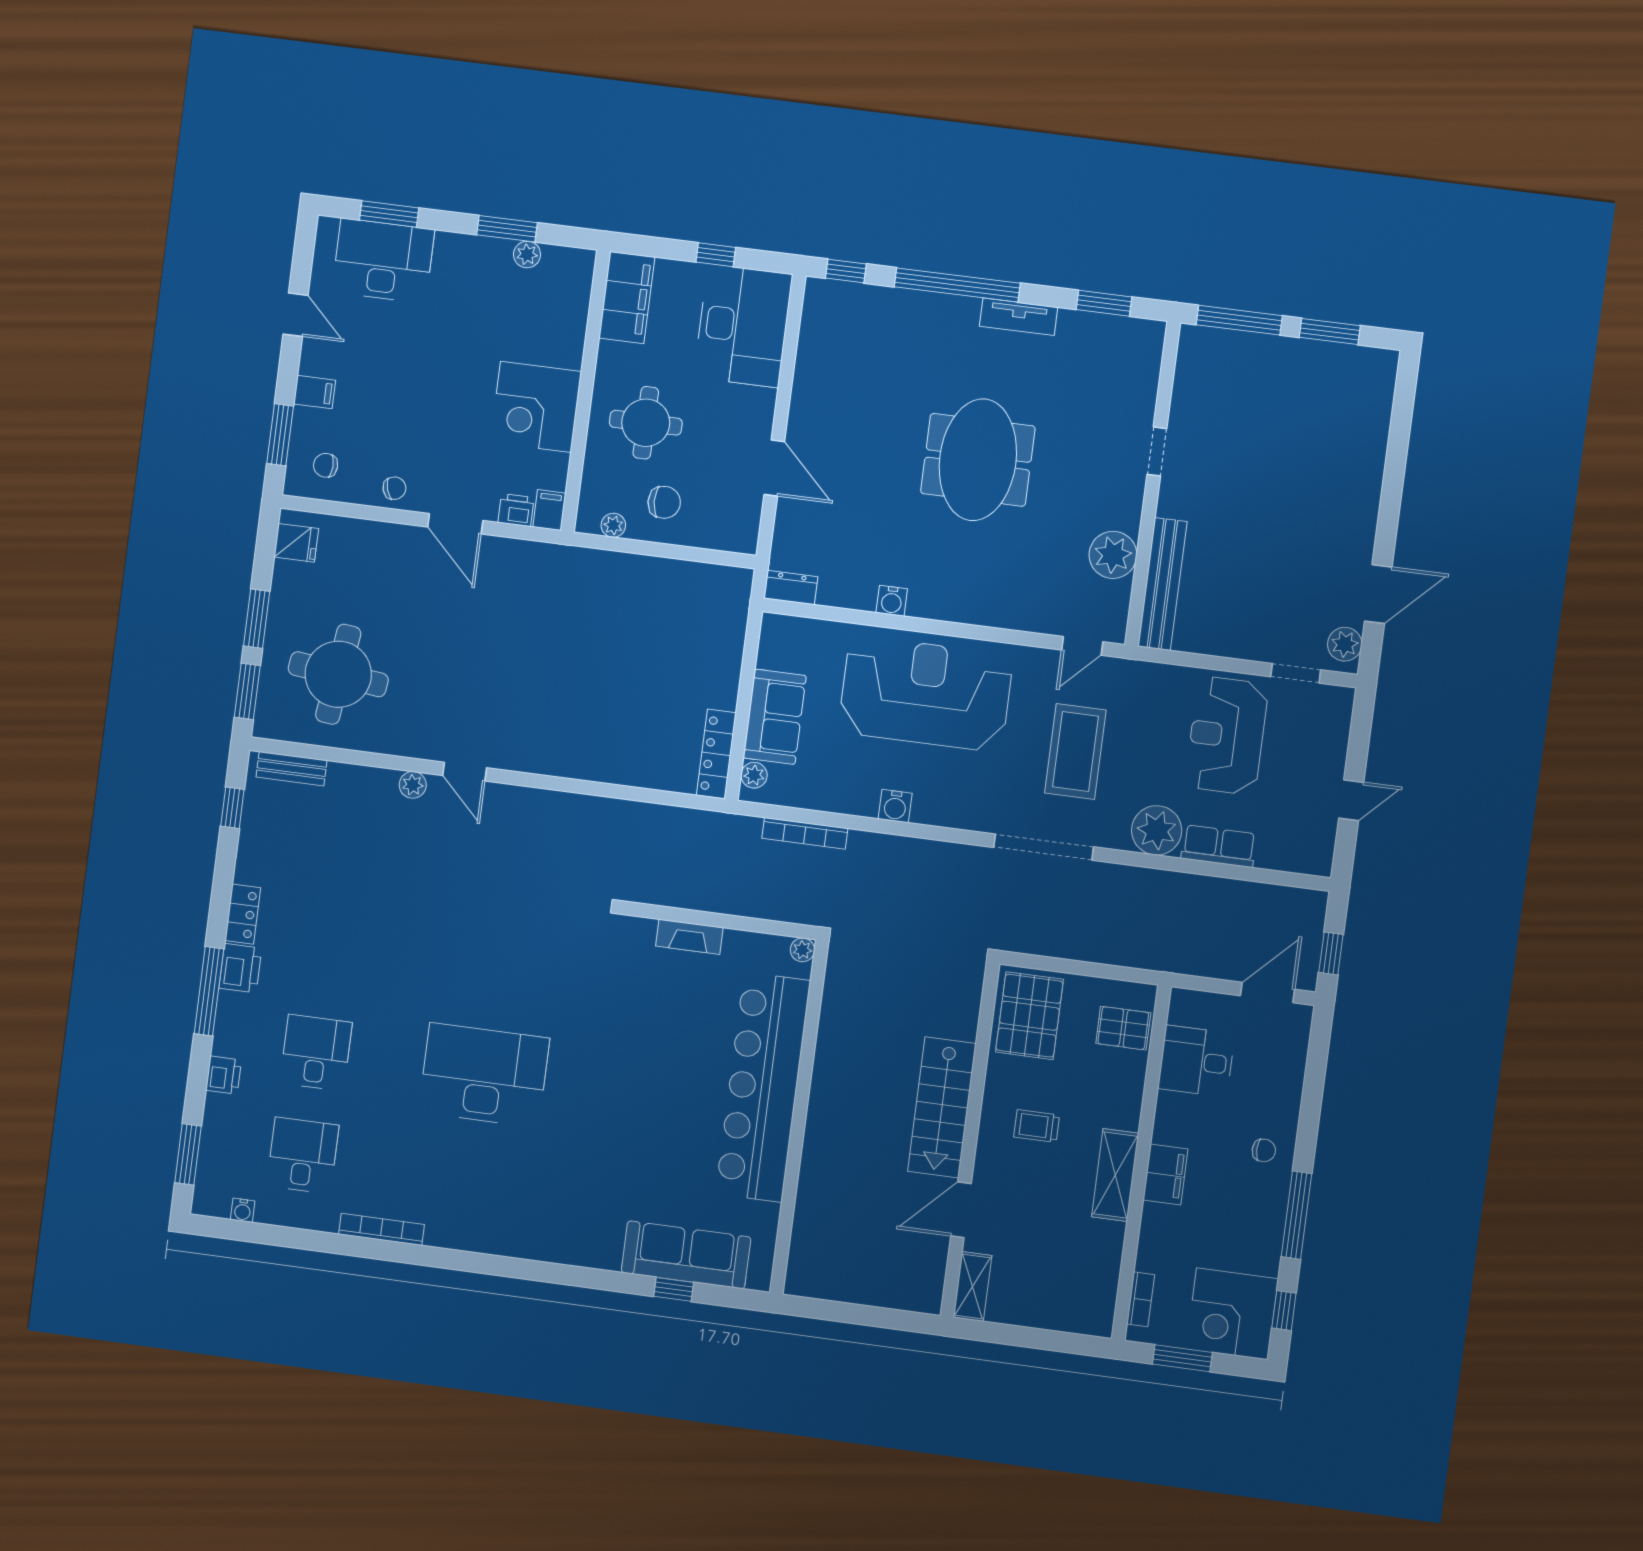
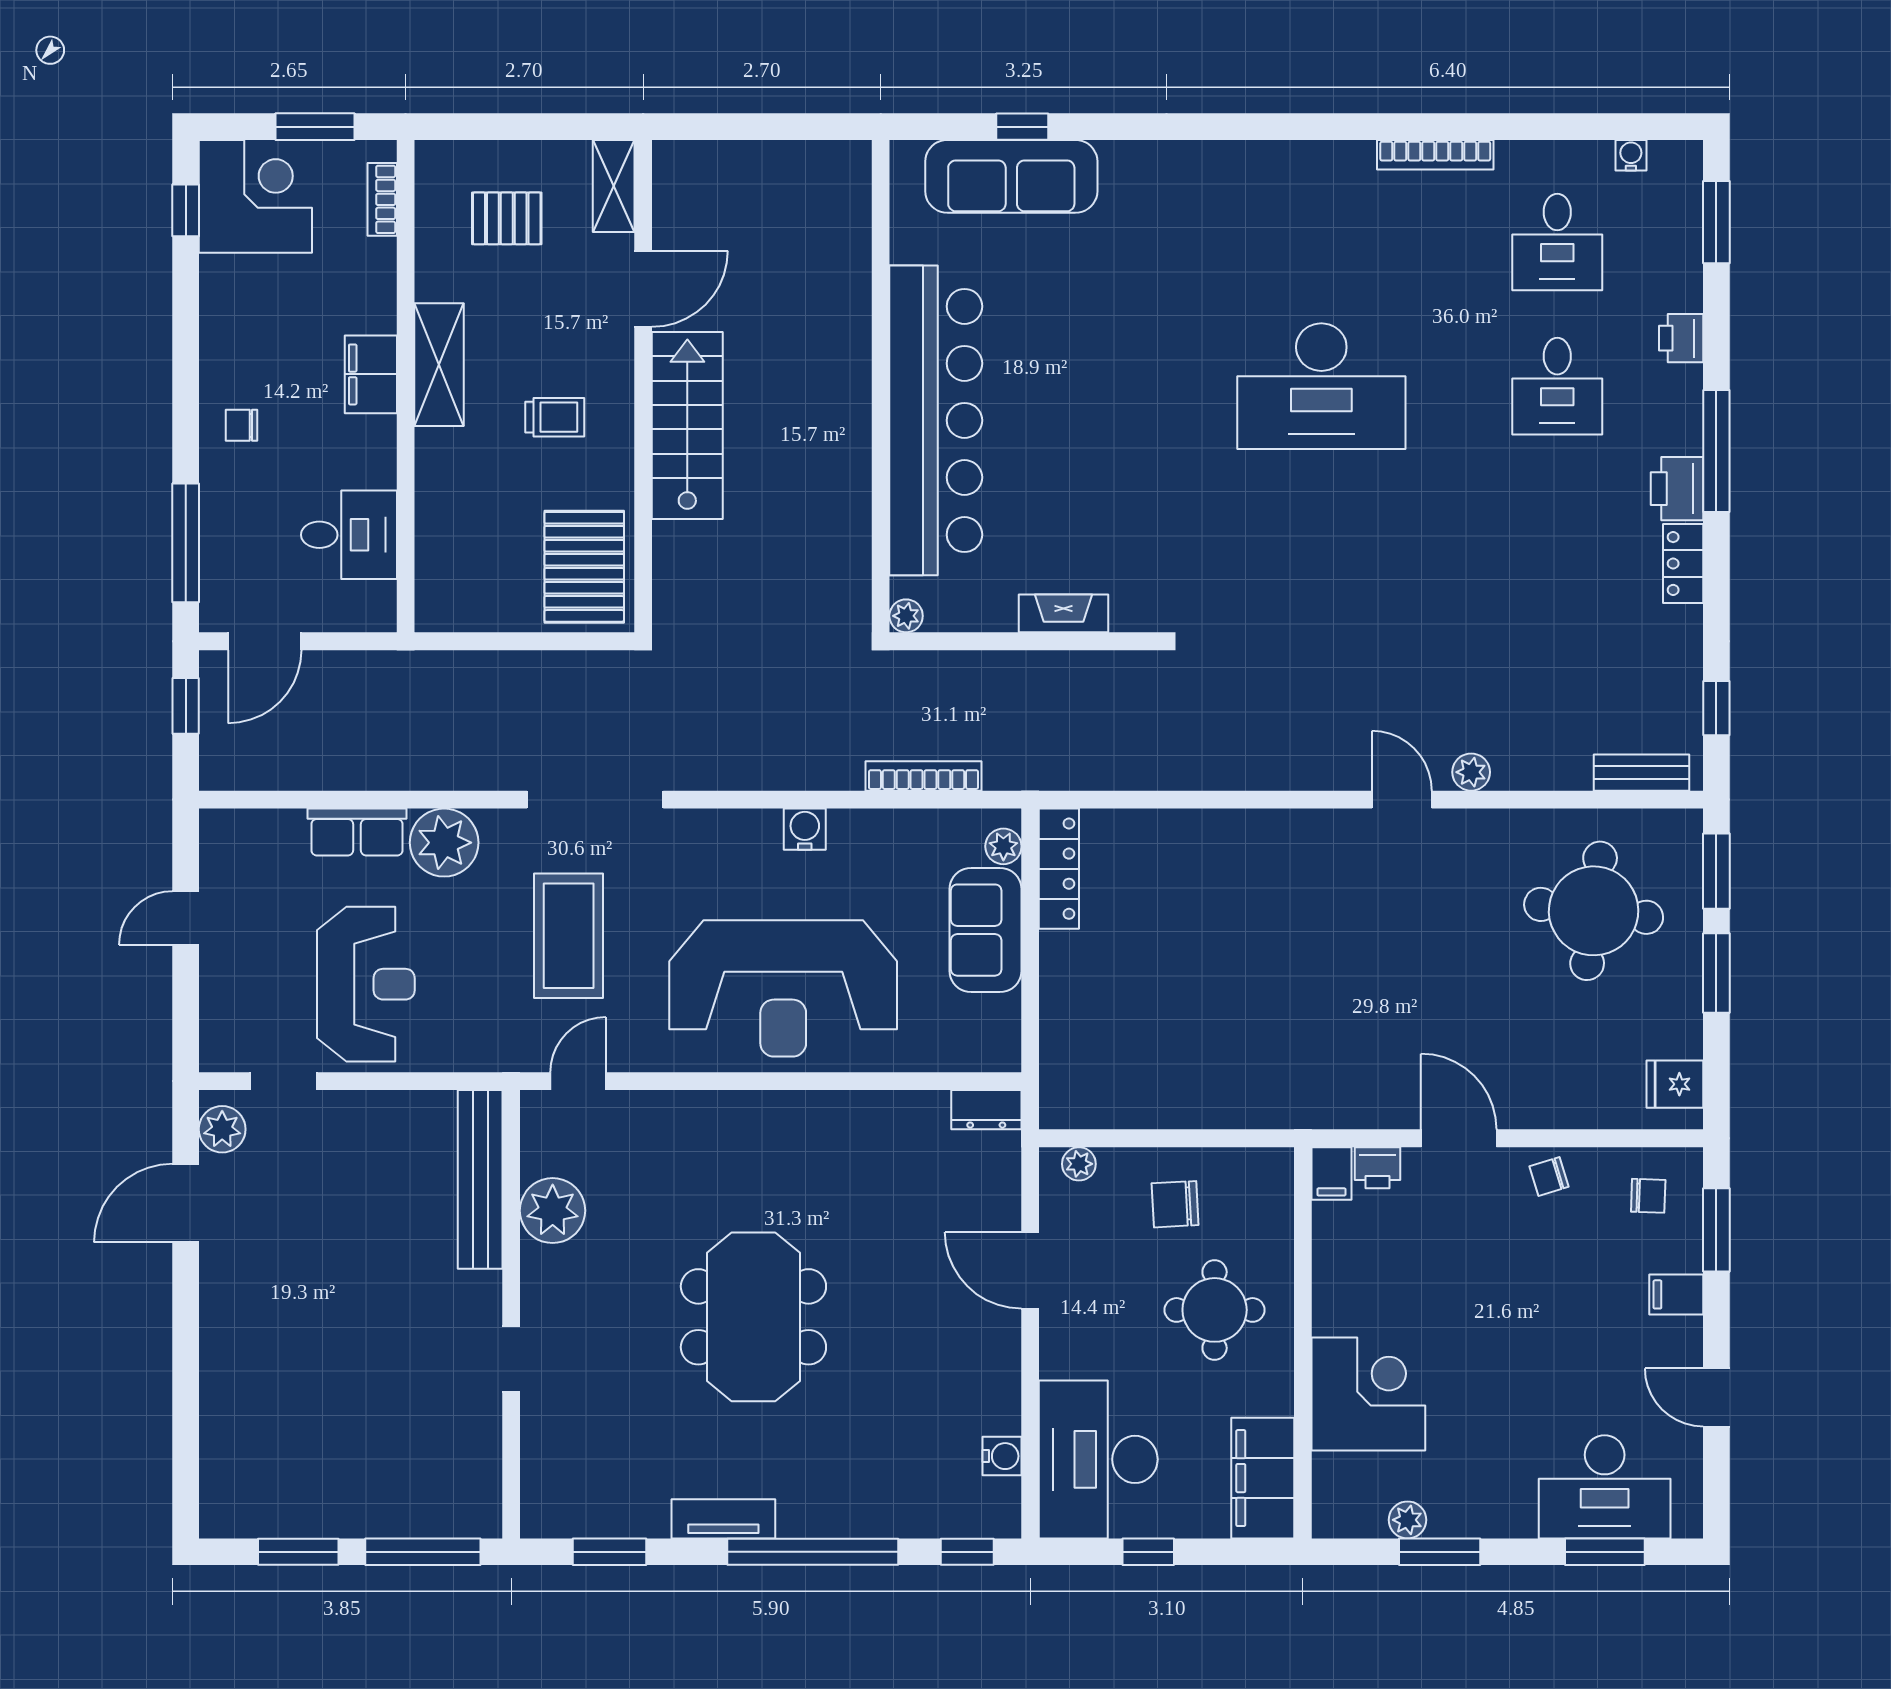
corner desk: (536, 407) -> (1368, 1394), moved
plant: (613, 525) -> (1079, 1164), moved
water cooler: (892, 601) -> (1002, 1456), moved, turned 90
pallet: (1123, 1028) -> (507, 218), moved
window: (1296, 1215) -> (186, 543), moved

